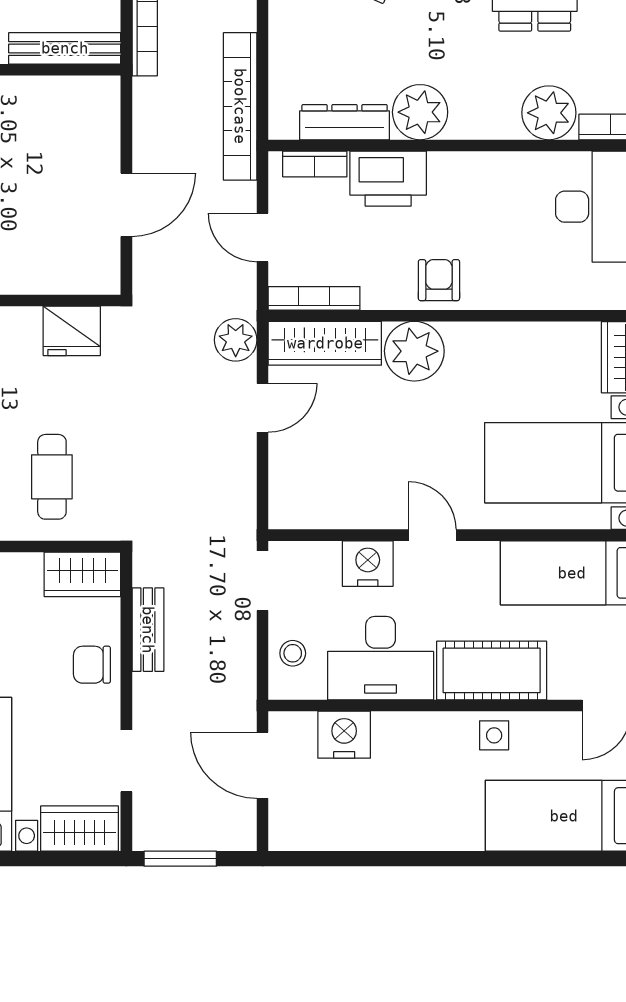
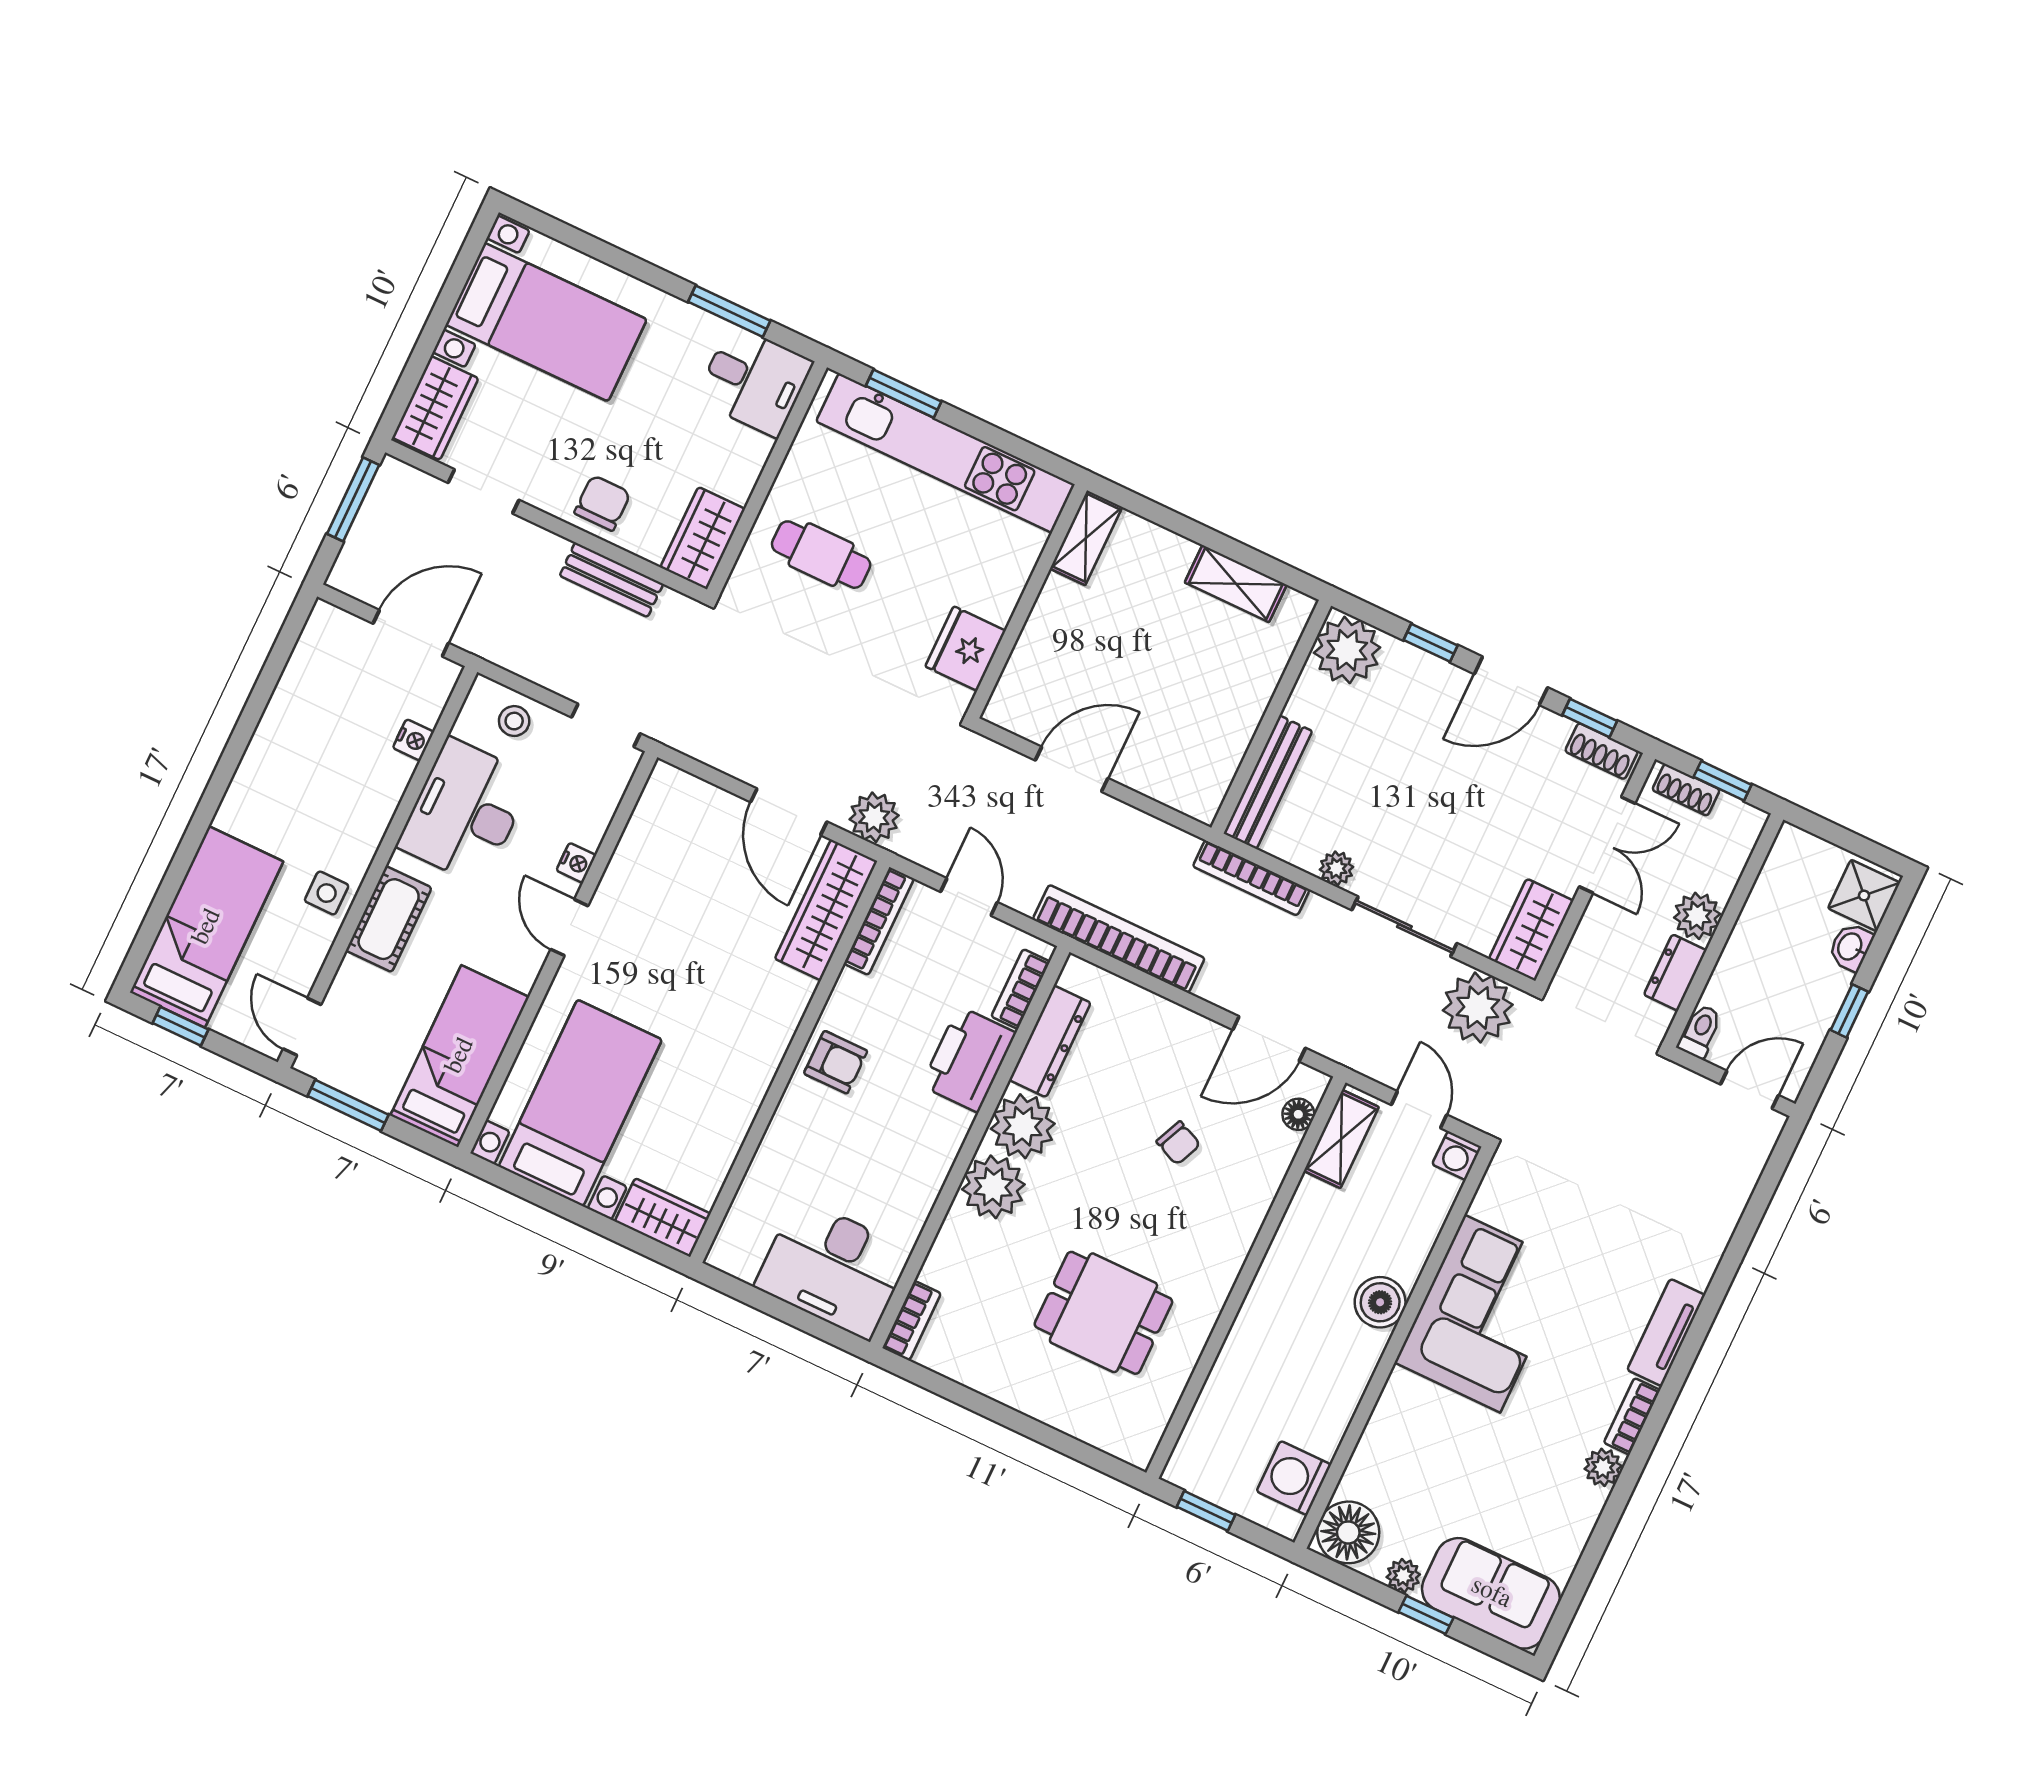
plant: (549, 113) -> (993, 1187), moved
door: (126, 205) -> (1072, 769), swing flipped
door: (263, 238) -> (969, 897), hinge flipped
plant: (414, 351) -> (773, 1001), removed
door: (263, 408) -> (789, 812), width x1.38
door: (432, 535) -> (569, 928), swing flipped
nightstand: (368, 564) -> (576, 863), width x0.53, depth x0.56
cot: (492, 670) -> (389, 919), width x0.73, depth x0.75
nightstand: (344, 735) -> (413, 740), width x0.53, depth x0.56

